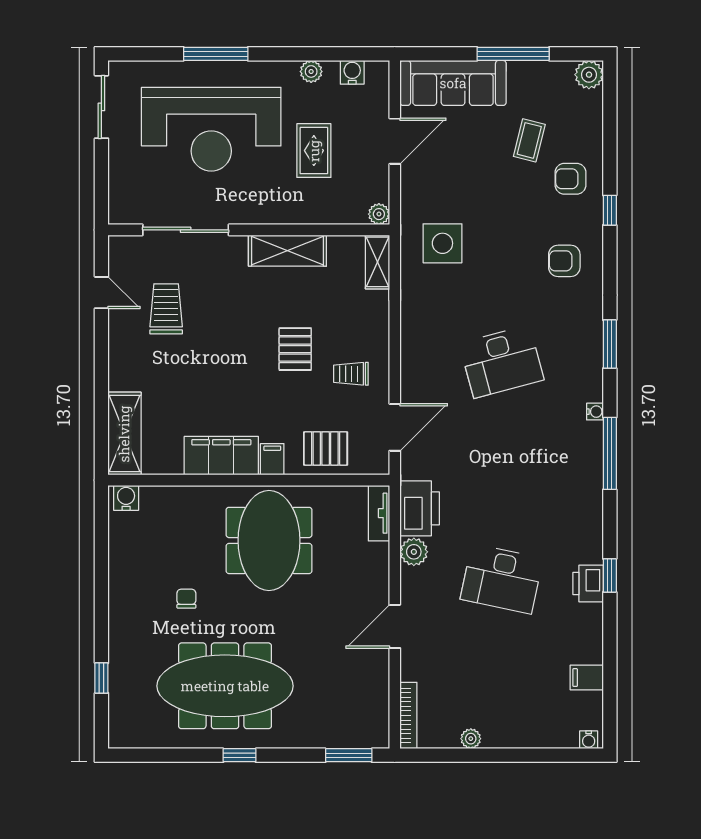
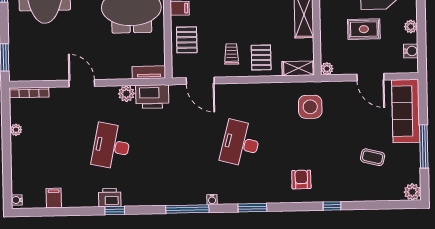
armchair: (570, 179) -> (350, 182), removed
pallet: (295, 349) -> (261, 58), moved, turned 90
desk: (502, 362) -> (241, 143), turned 30

